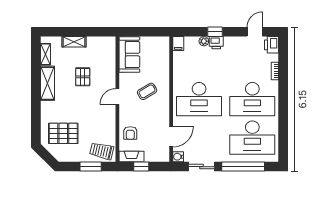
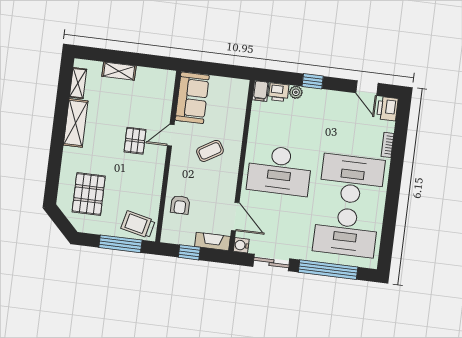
door: (255, 32) -> (367, 88), swing flipped
printer: (216, 43) -> (279, 92), moved
pallet: (83, 77) -> (135, 141), moved
door: (117, 97) -> (171, 135), moved
desk: (252, 99) -> (352, 179), turned 180
pallet: (63, 133) -> (89, 194), turned 90
door: (171, 137) -> (235, 217), hinge flipped
fireplace: (131, 157) -> (213, 241), moved
window: (91, 167) -> (120, 244), width x1.44

